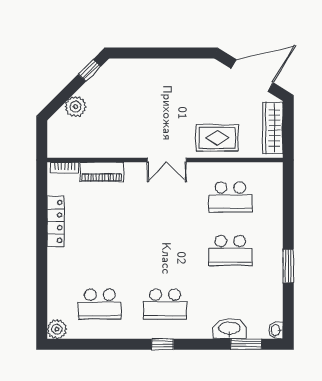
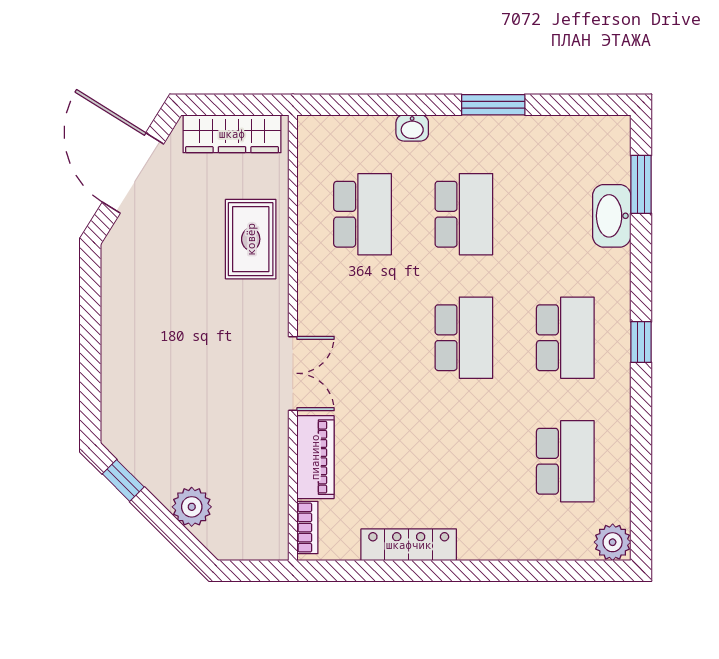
double door: (167, 160) -> (293, 373), moved
school desk: (165, 251) -> (464, 338), added
washbasin: (276, 330) -> (412, 128), moved

